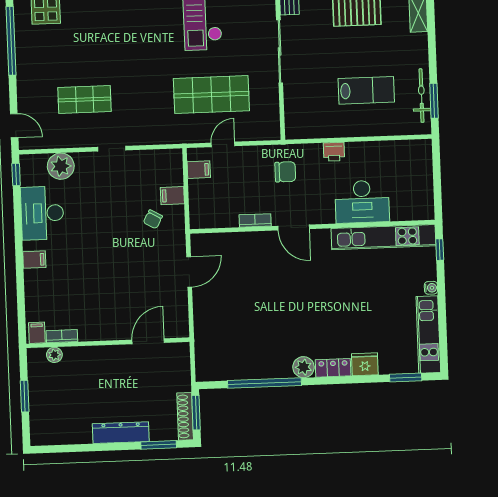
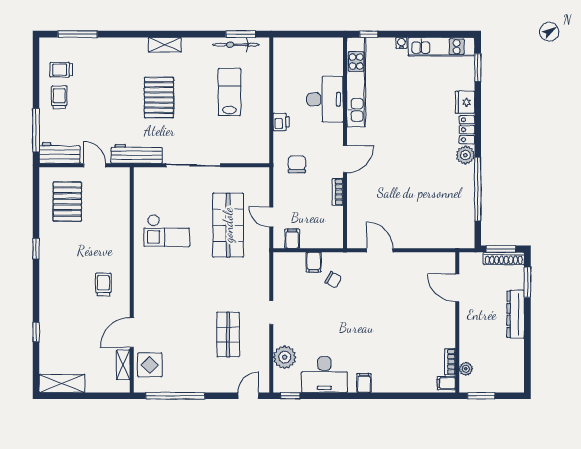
filing cabinet: (37, 333) -> (446, 383), moved
bookcase: (62, 336) -> (450, 362), moved
door: (148, 341) -> (457, 288), moved
wall: (108, 343) -> (457, 322), moved
plant: (54, 355) -> (466, 369), moved

